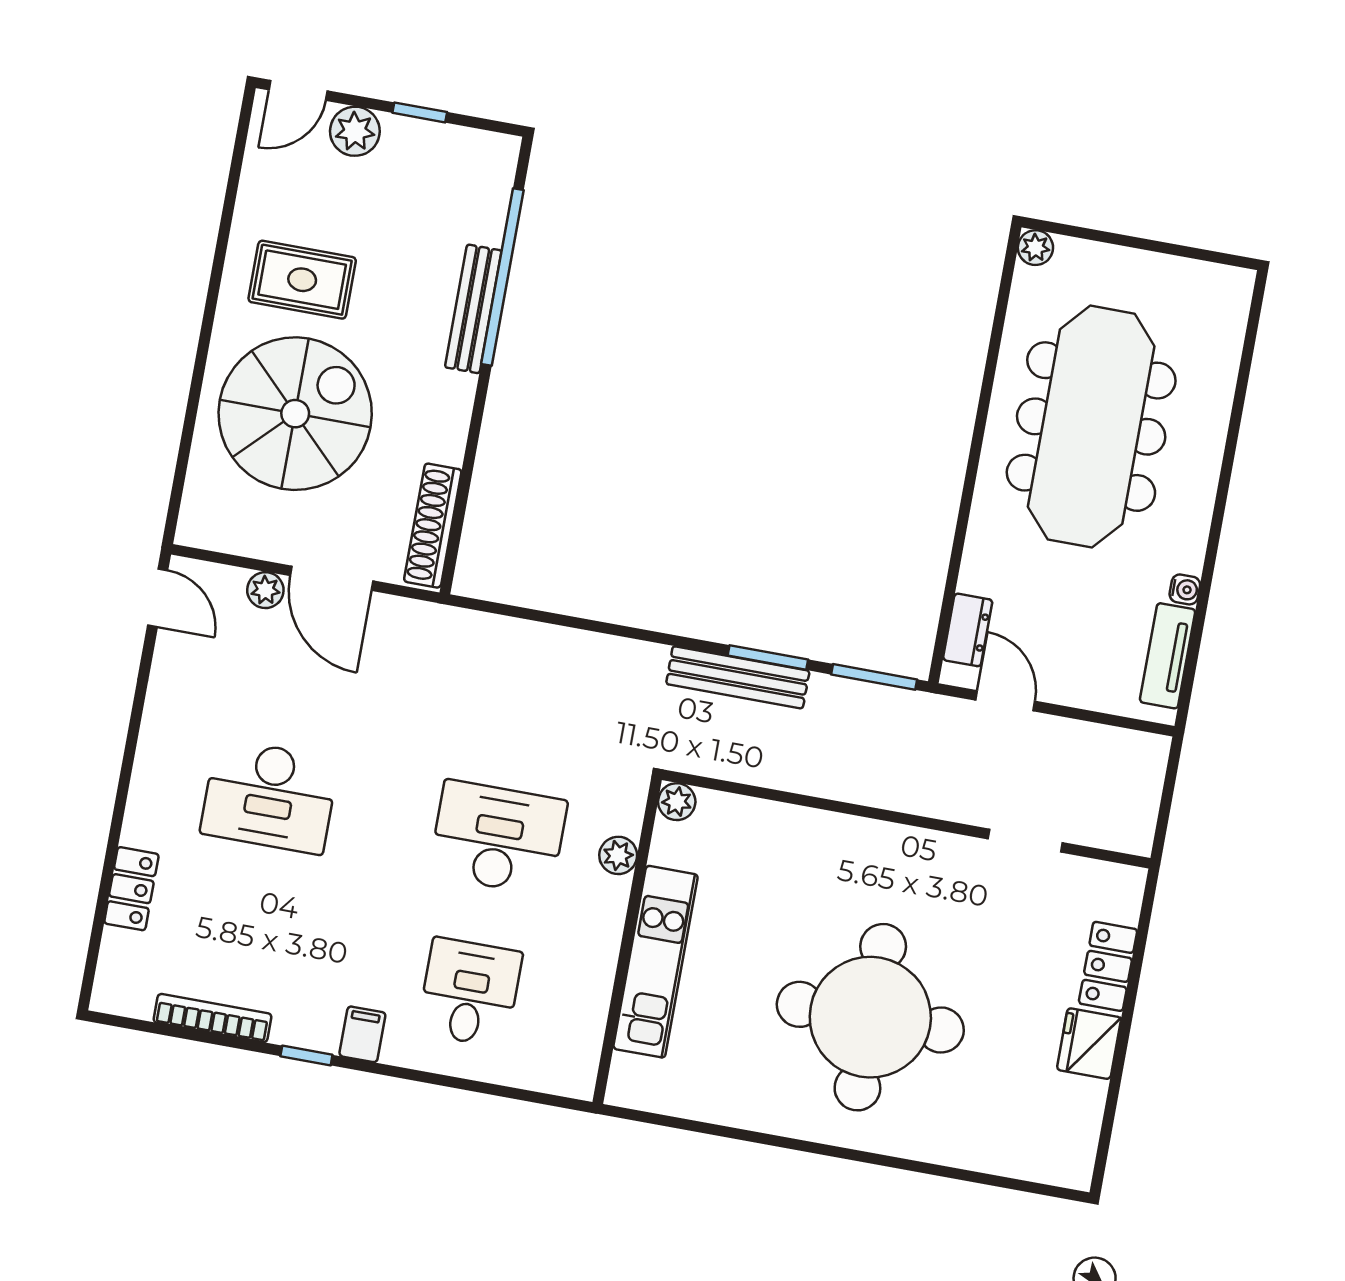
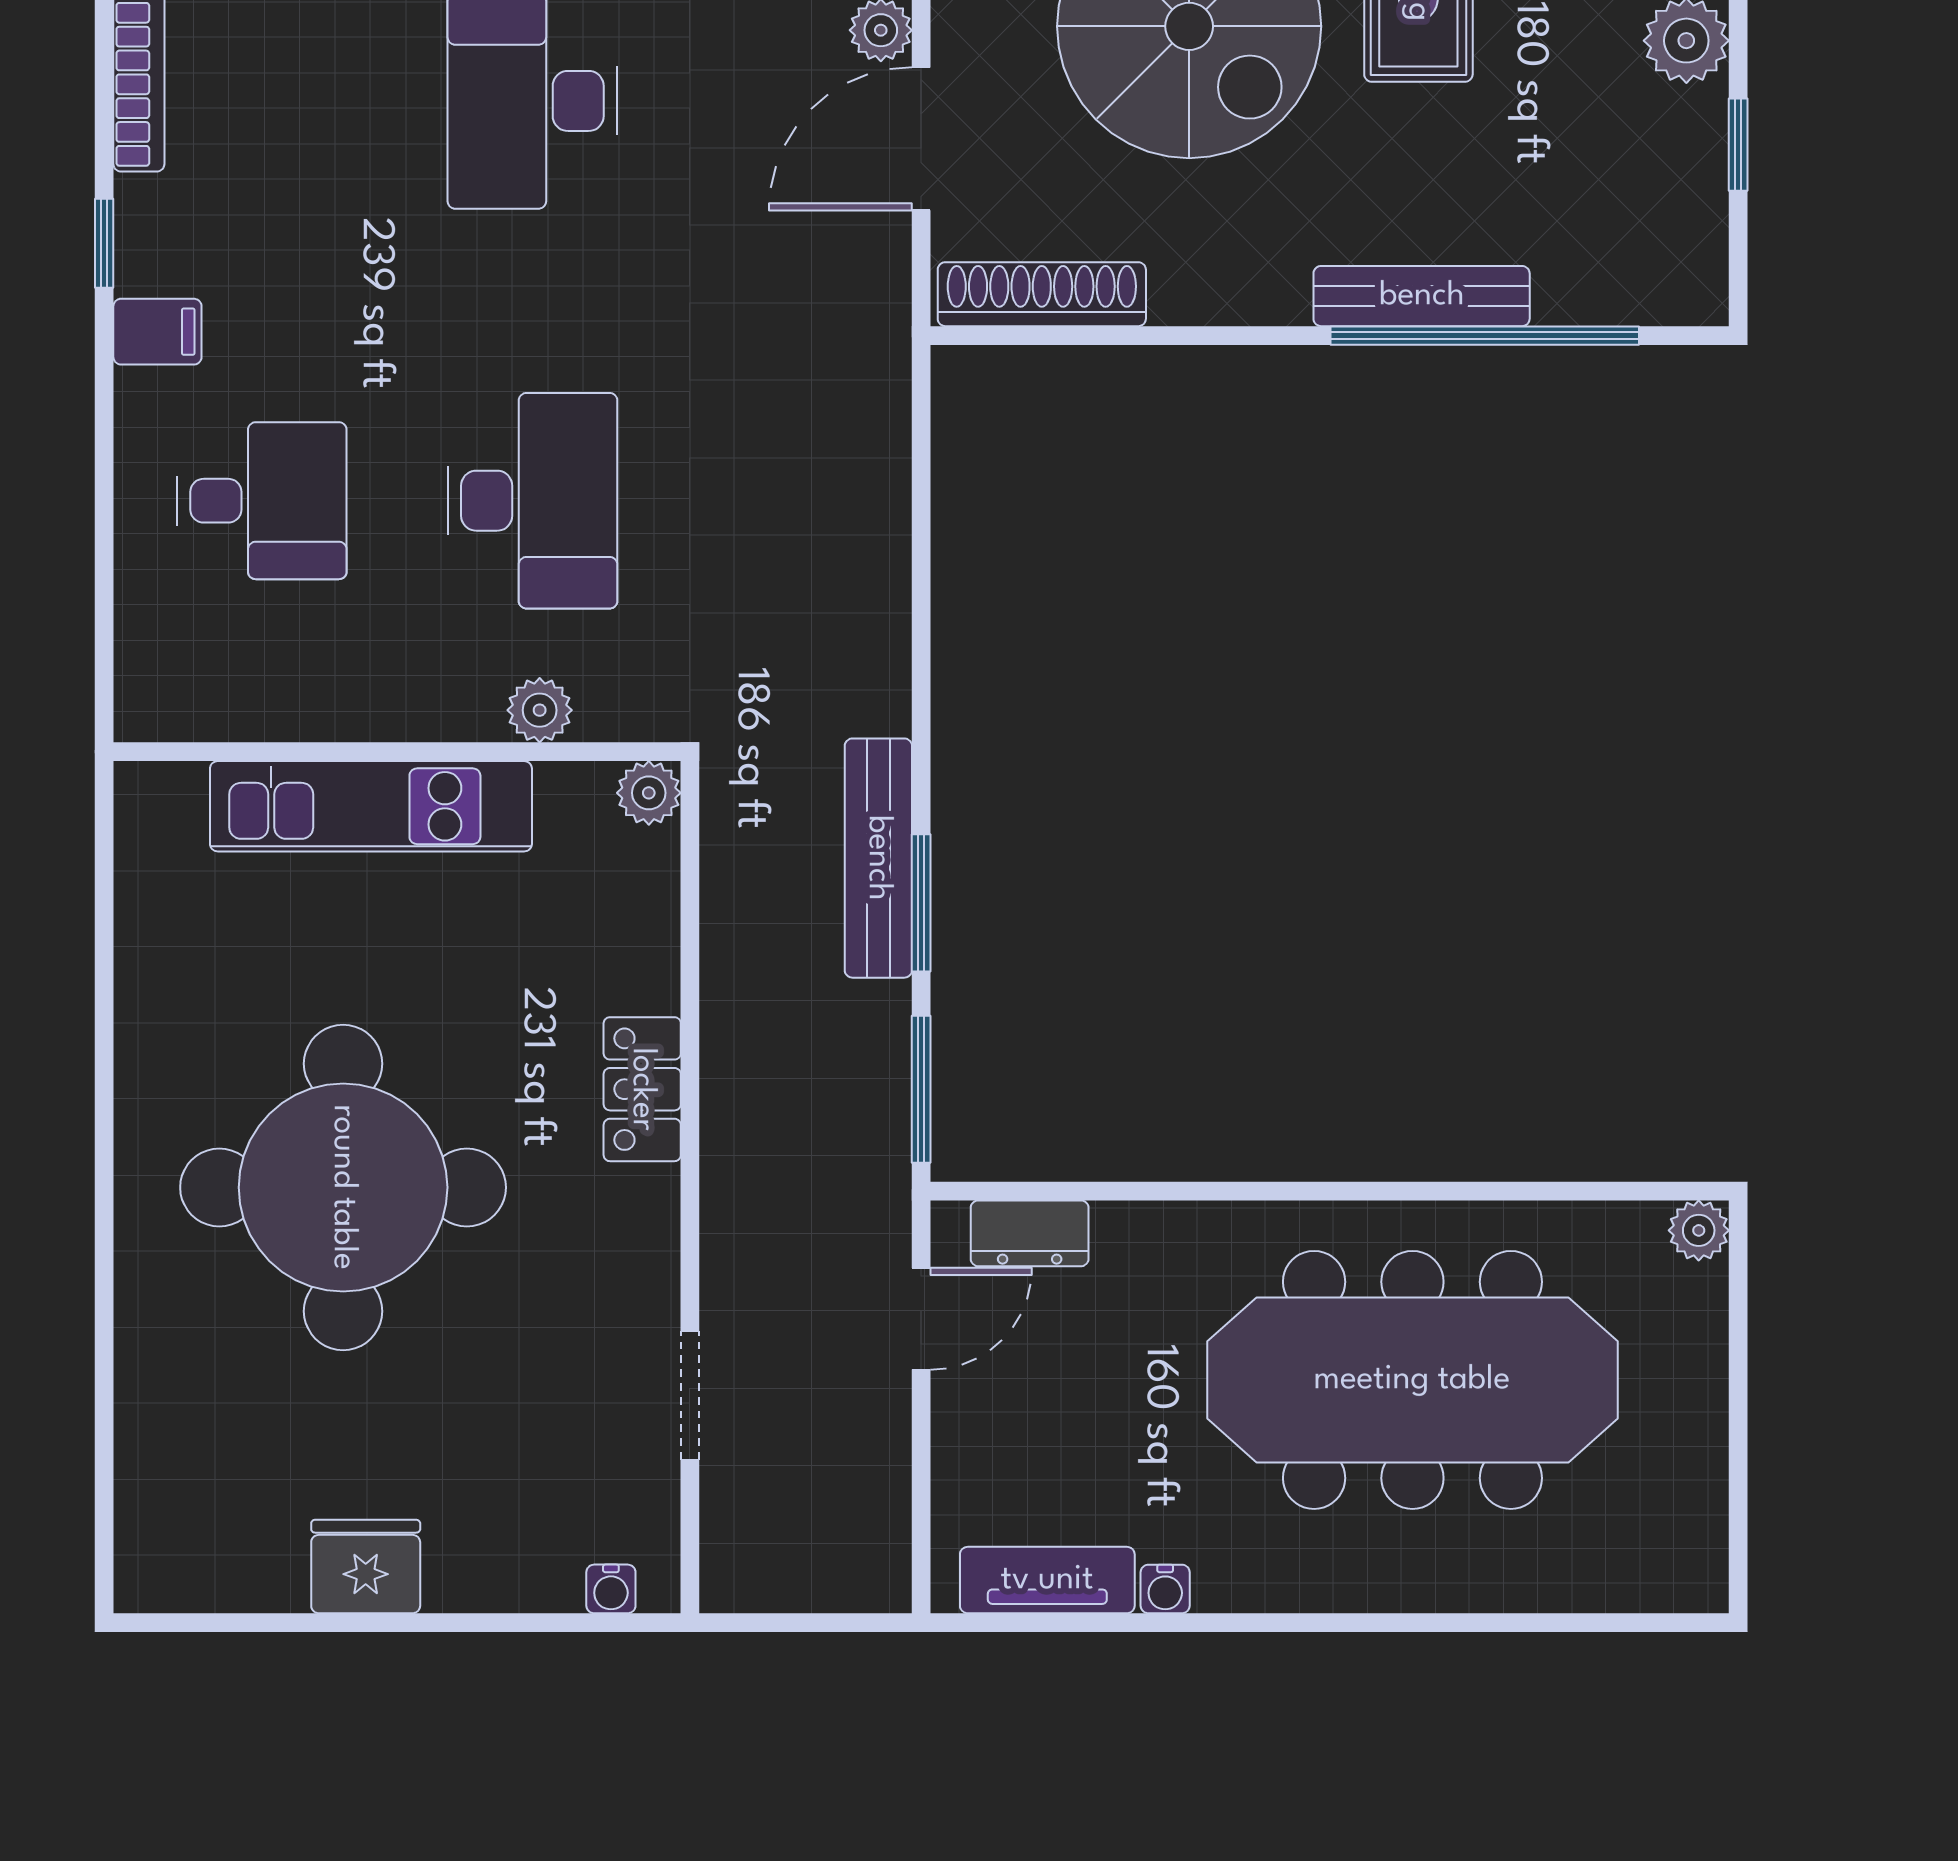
water cooler: (1127, 906) -> (611, 1589), added
locker: (1108, 966) -> (642, 1089), moved, turned -90

